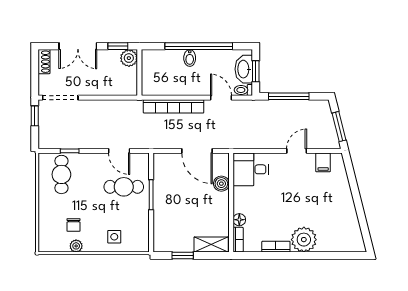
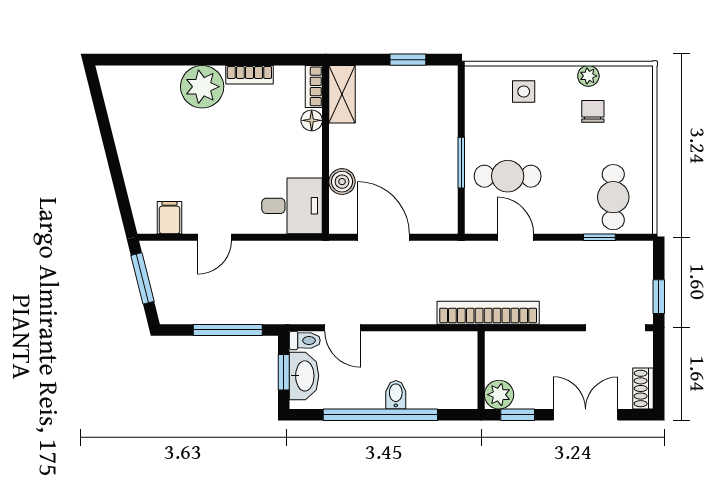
bookcase: (174, 106) -> (488, 313), moved
shelving: (211, 245) -> (342, 94), moved, turned 90

